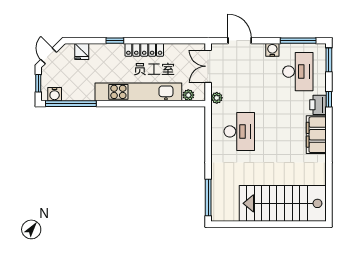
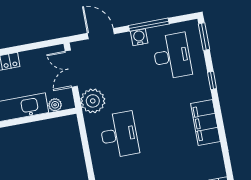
window: (298, 41) -> (149, 25), moved
plant: (217, 98) -> (93, 101), width x1.88, depth x1.88
printer: (318, 105) -> (201, 89), removed

